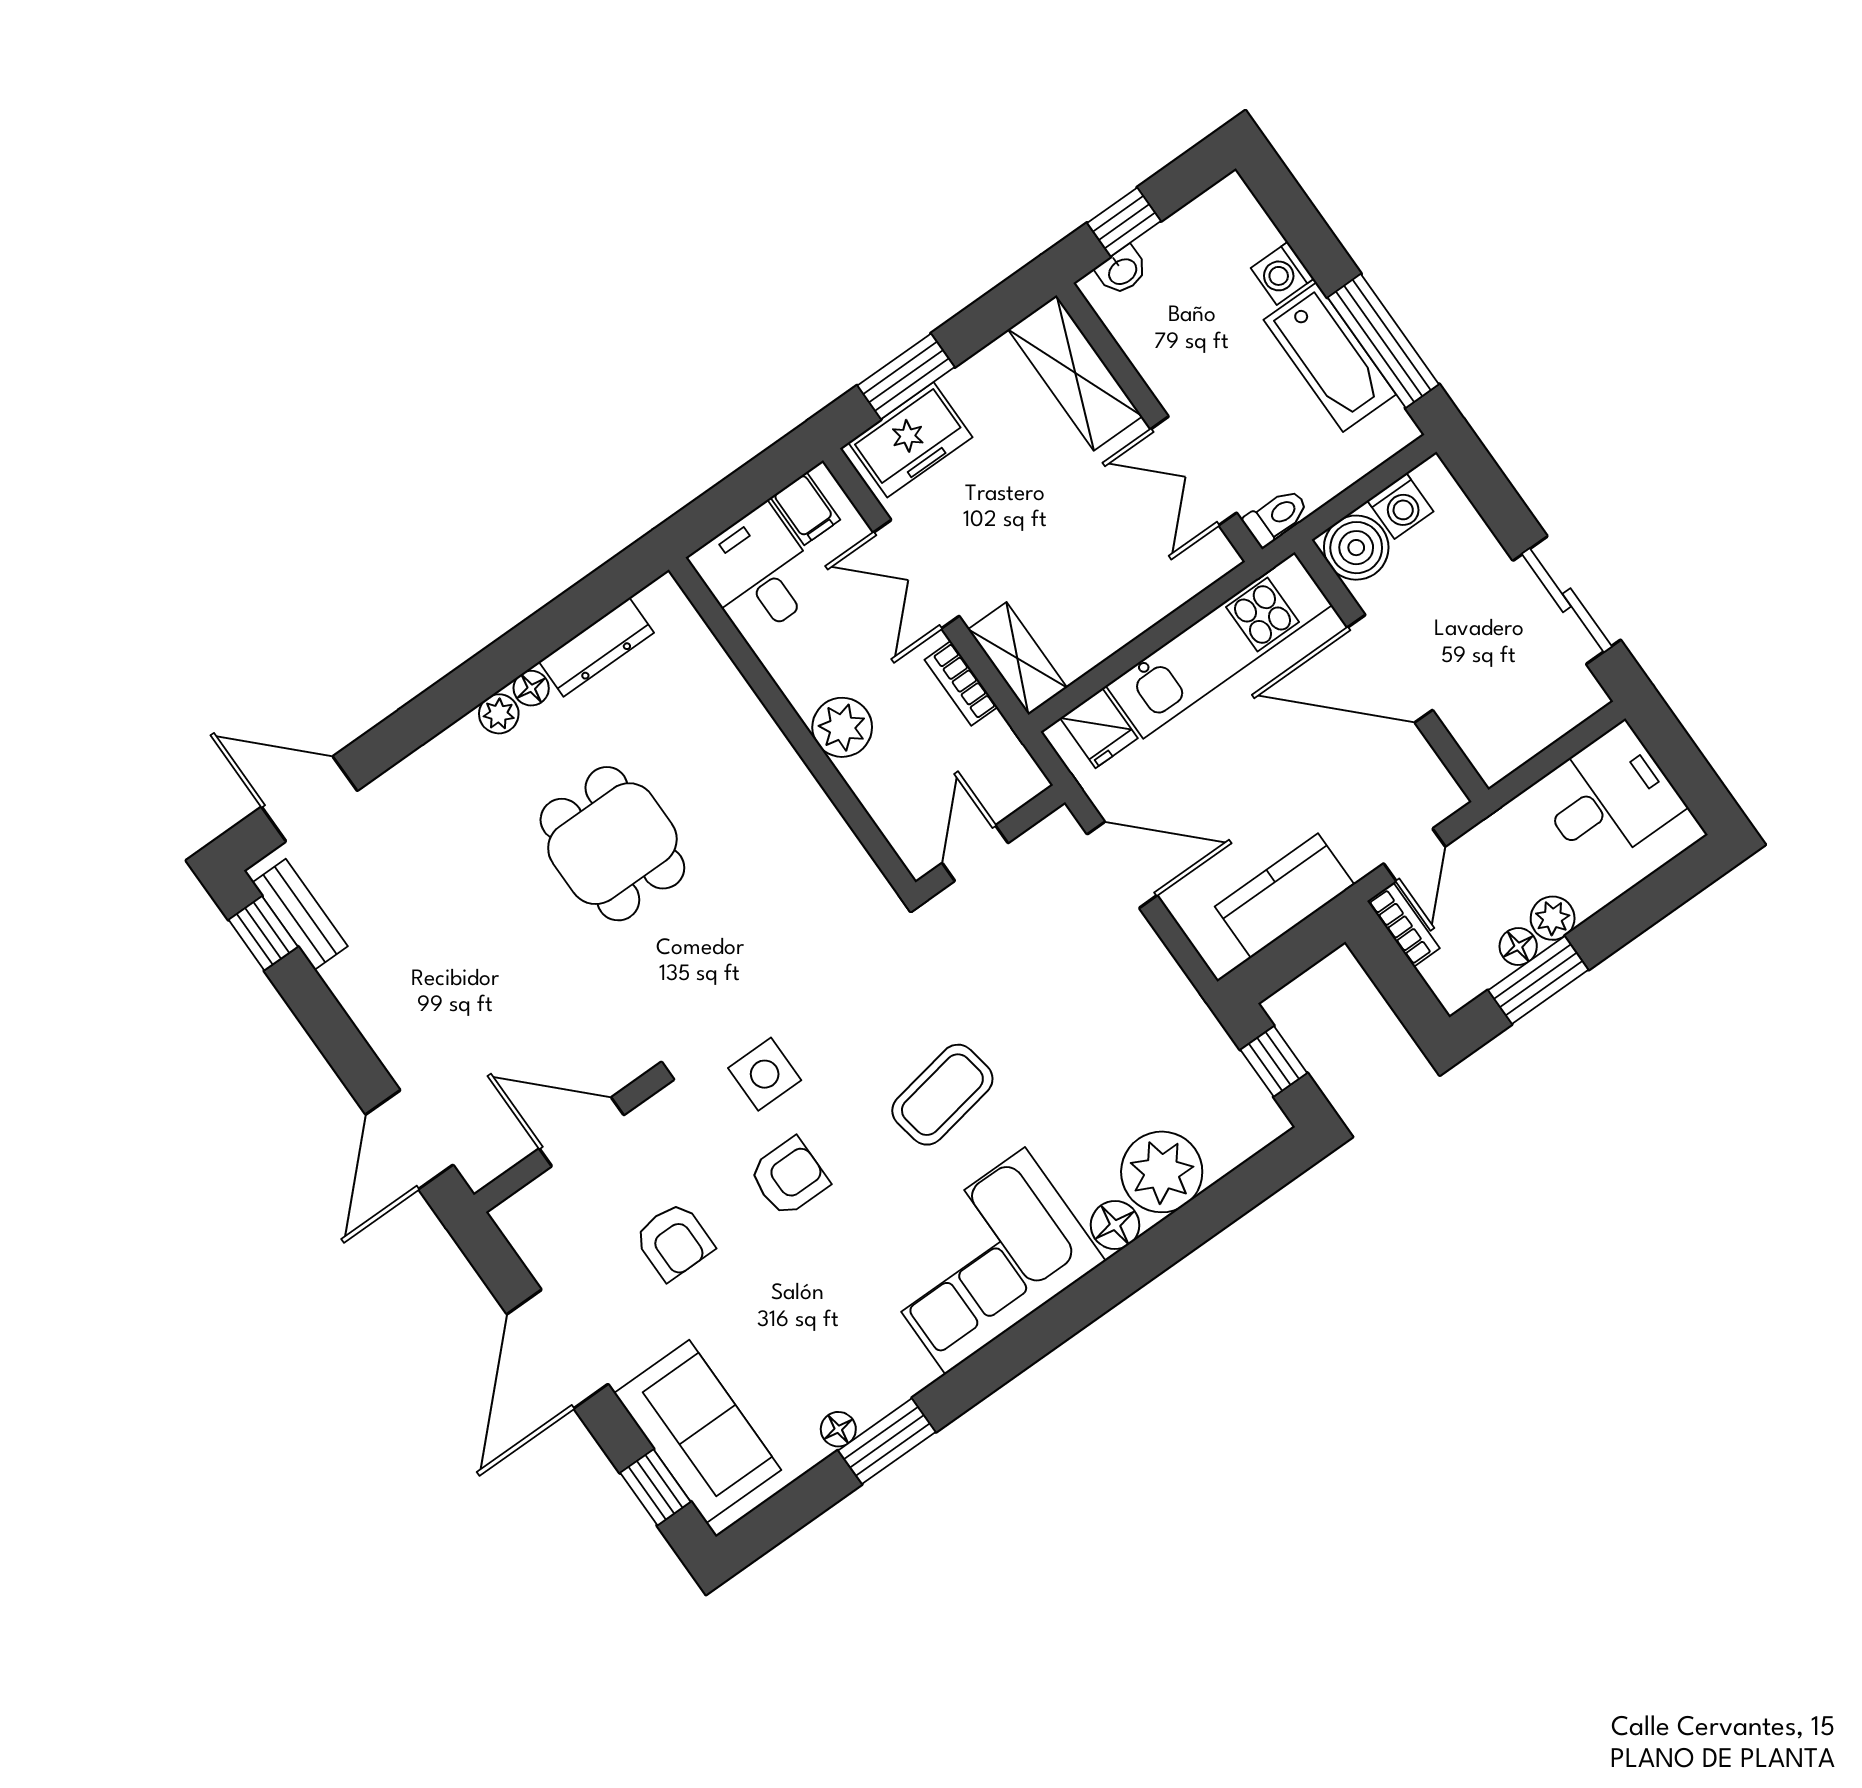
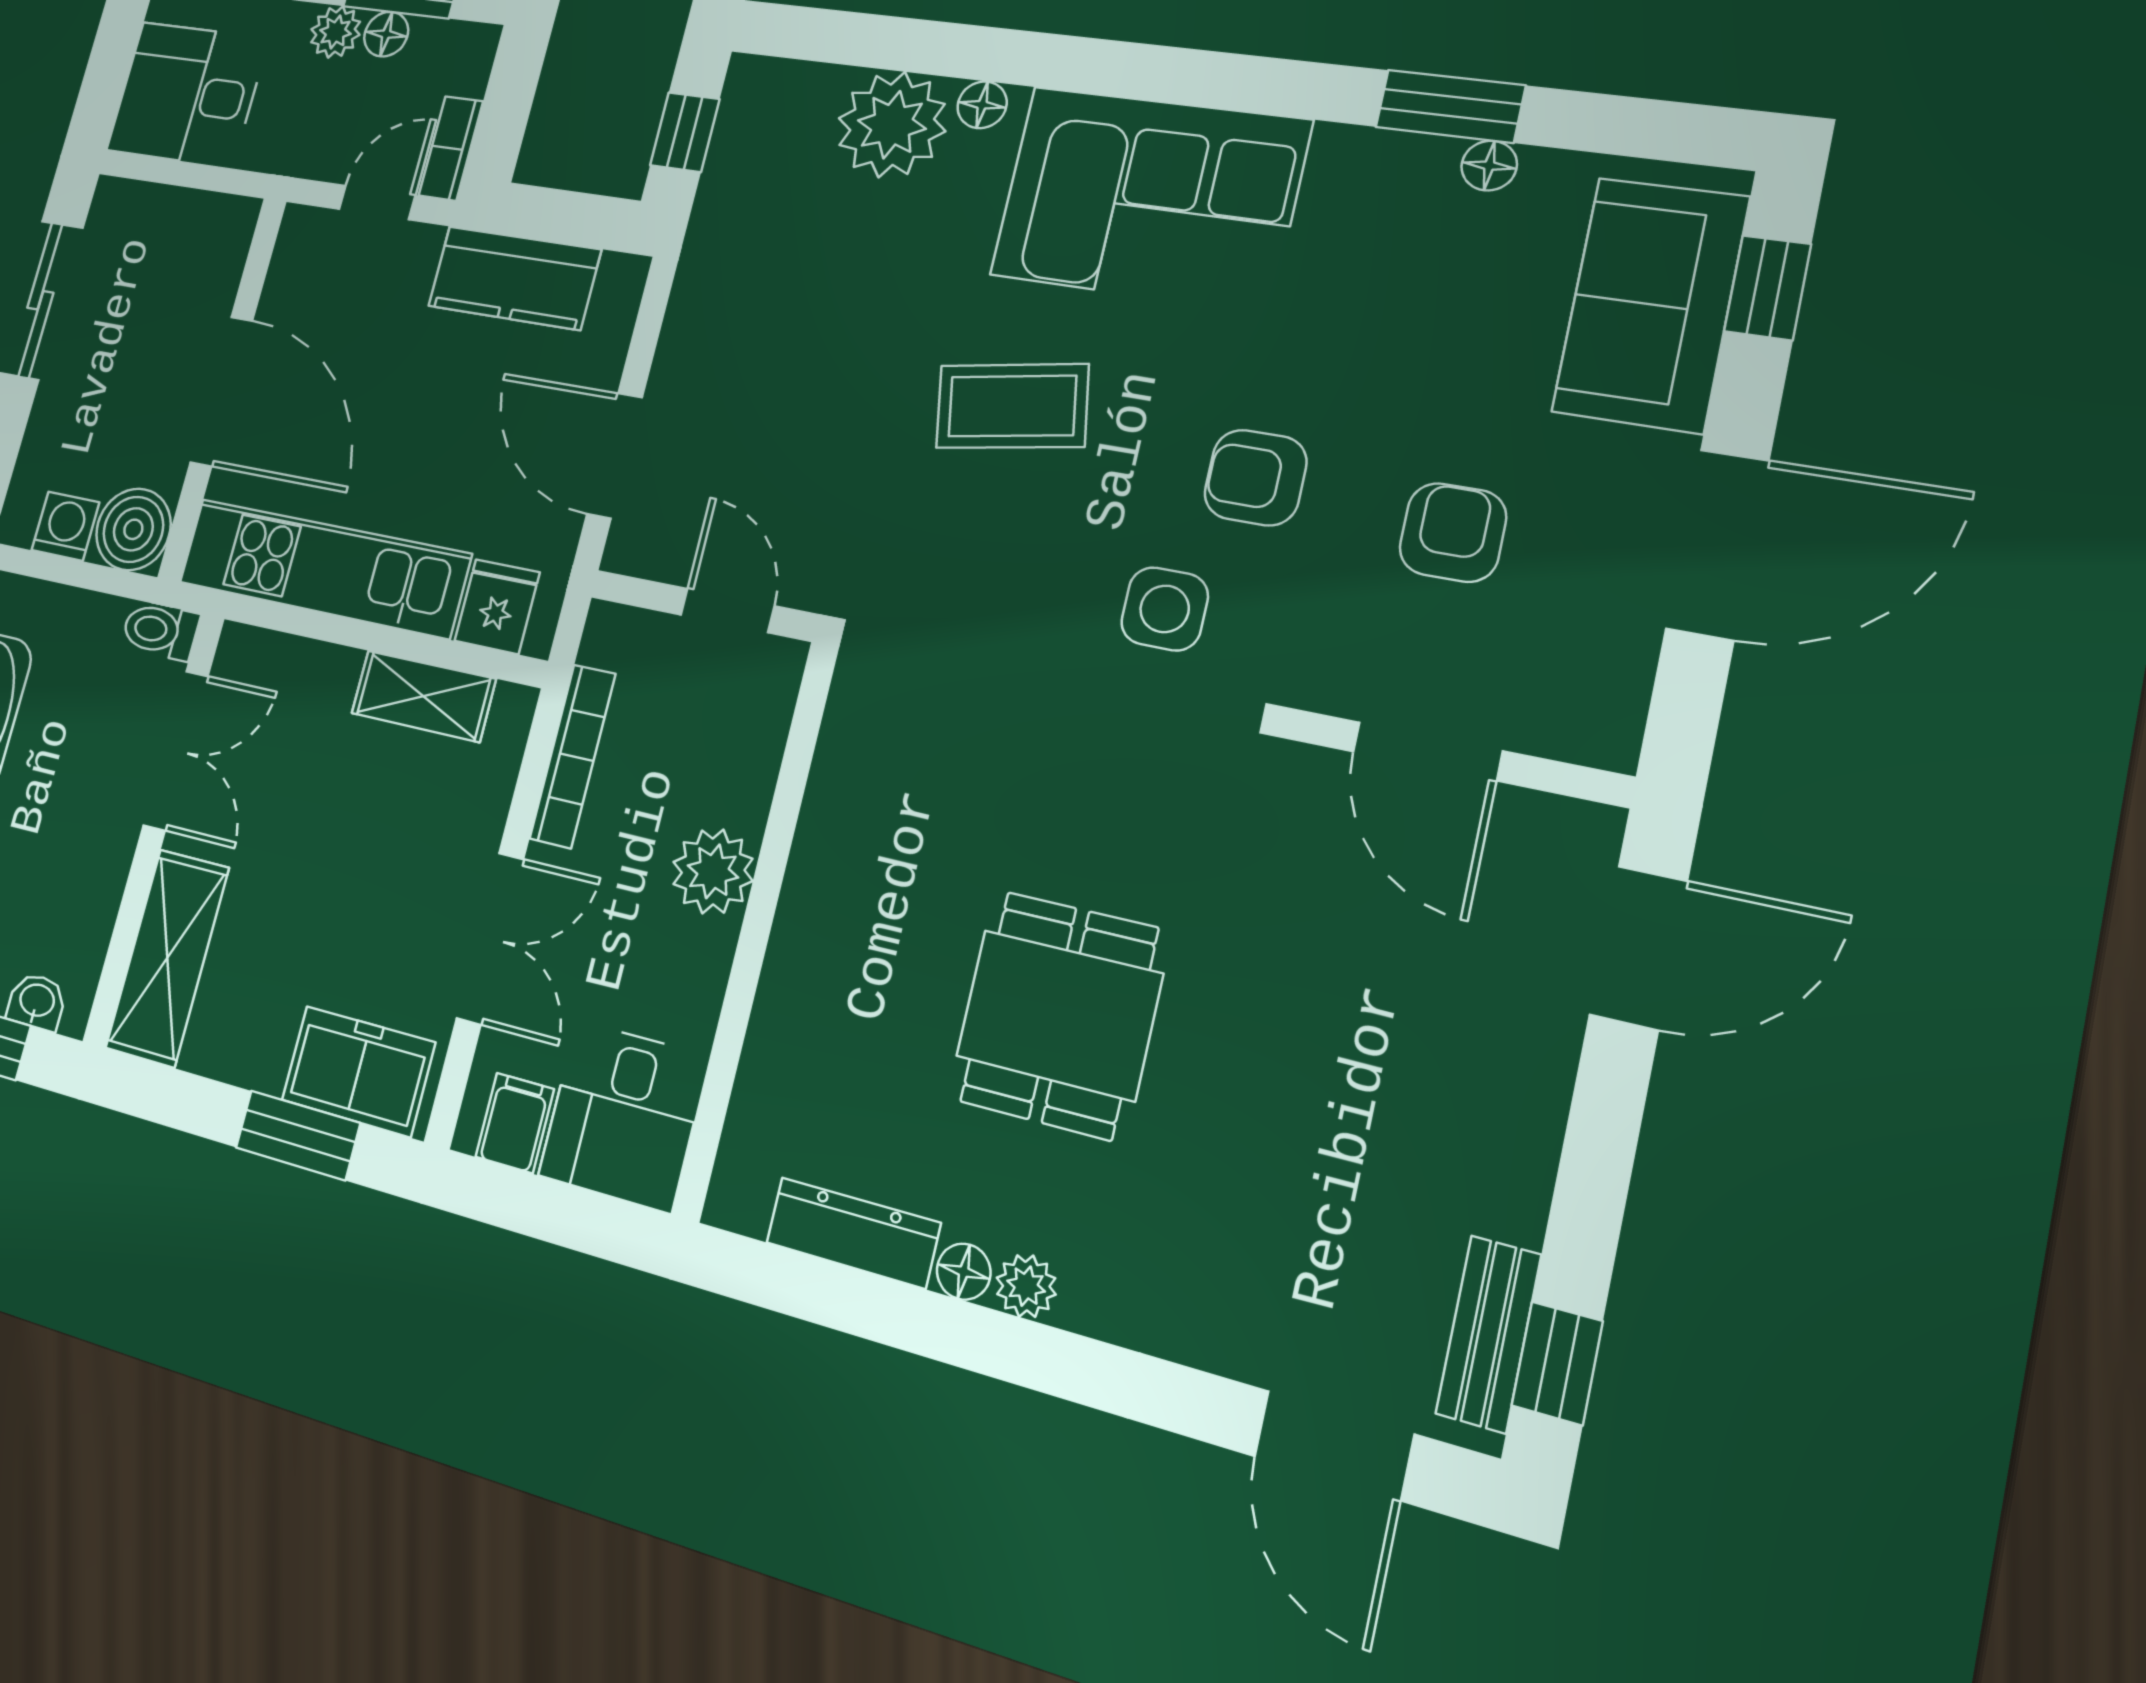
shelving: (1018, 658) -> (423, 696), moved, turned 90
bookcase: (961, 683) -> (573, 756), width x1.56
door: (975, 853) -> (727, 610), swing flipped
floor lamp: (1115, 1225) -> (982, 105), width x0.73, depth x0.73

